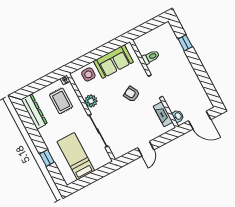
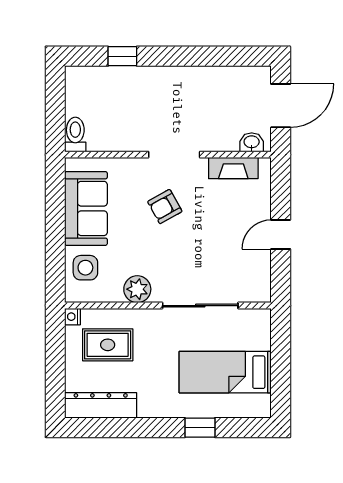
toilet: (151, 57) -> (75, 134), moved
door: (146, 149) -> (281, 234), swing flipped

